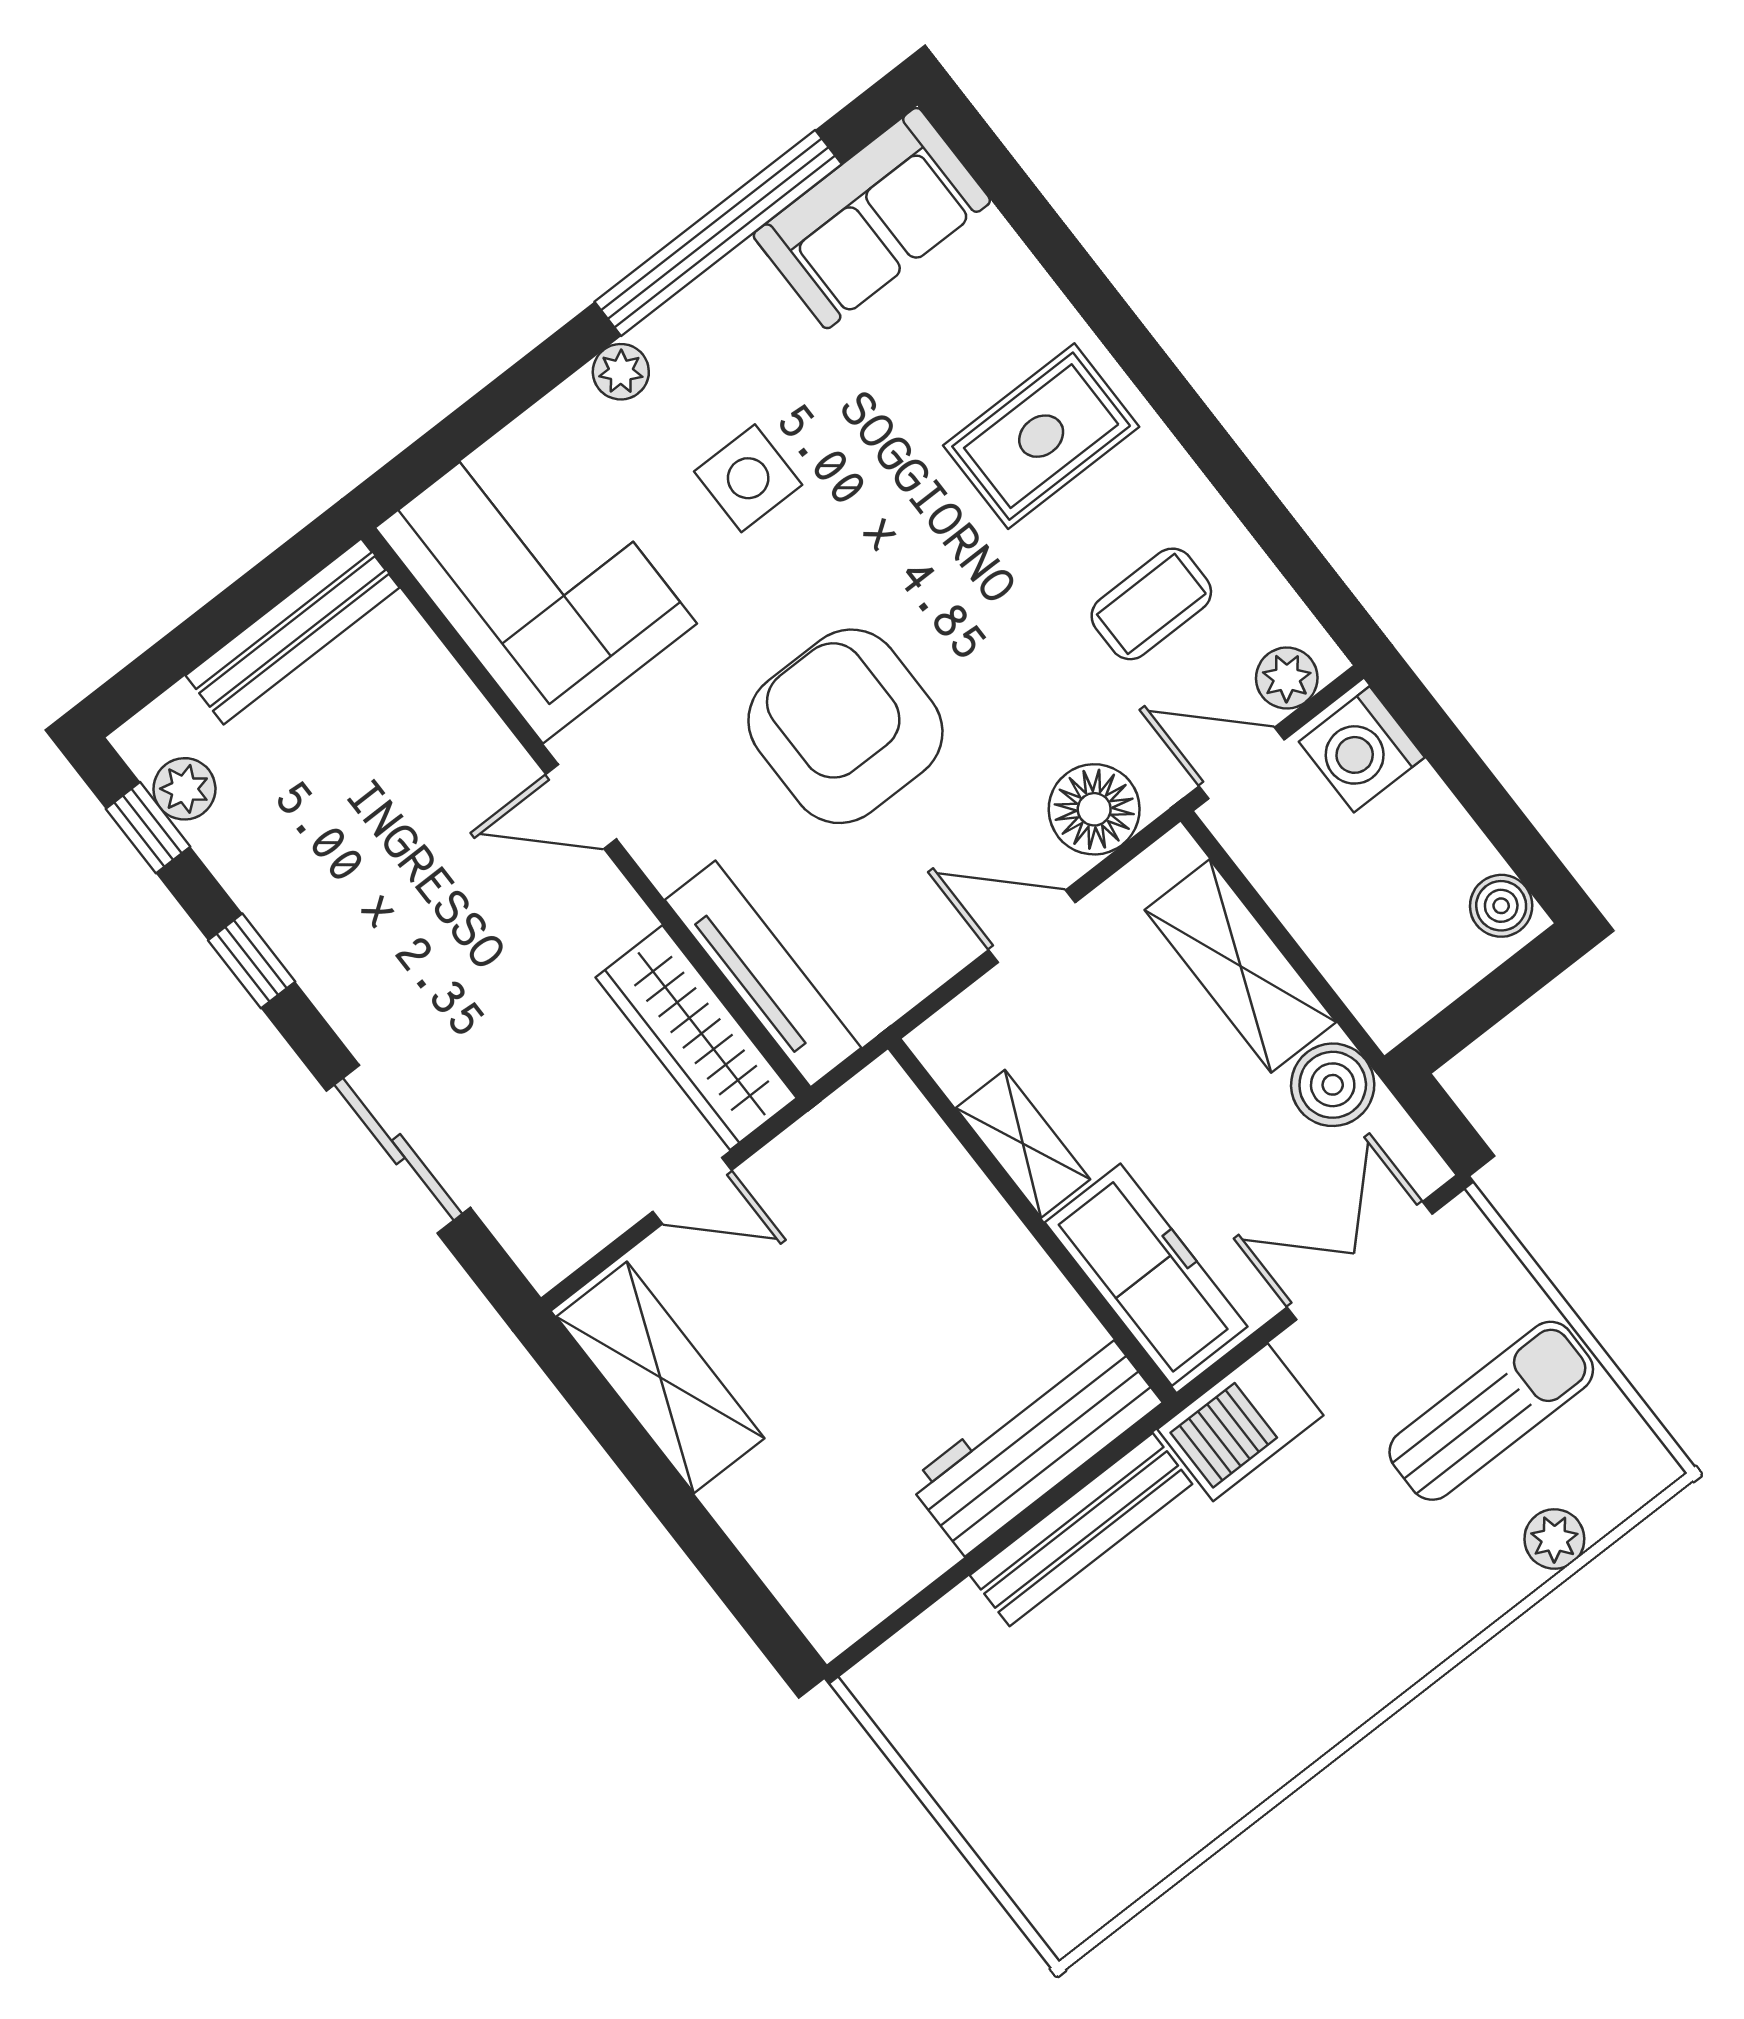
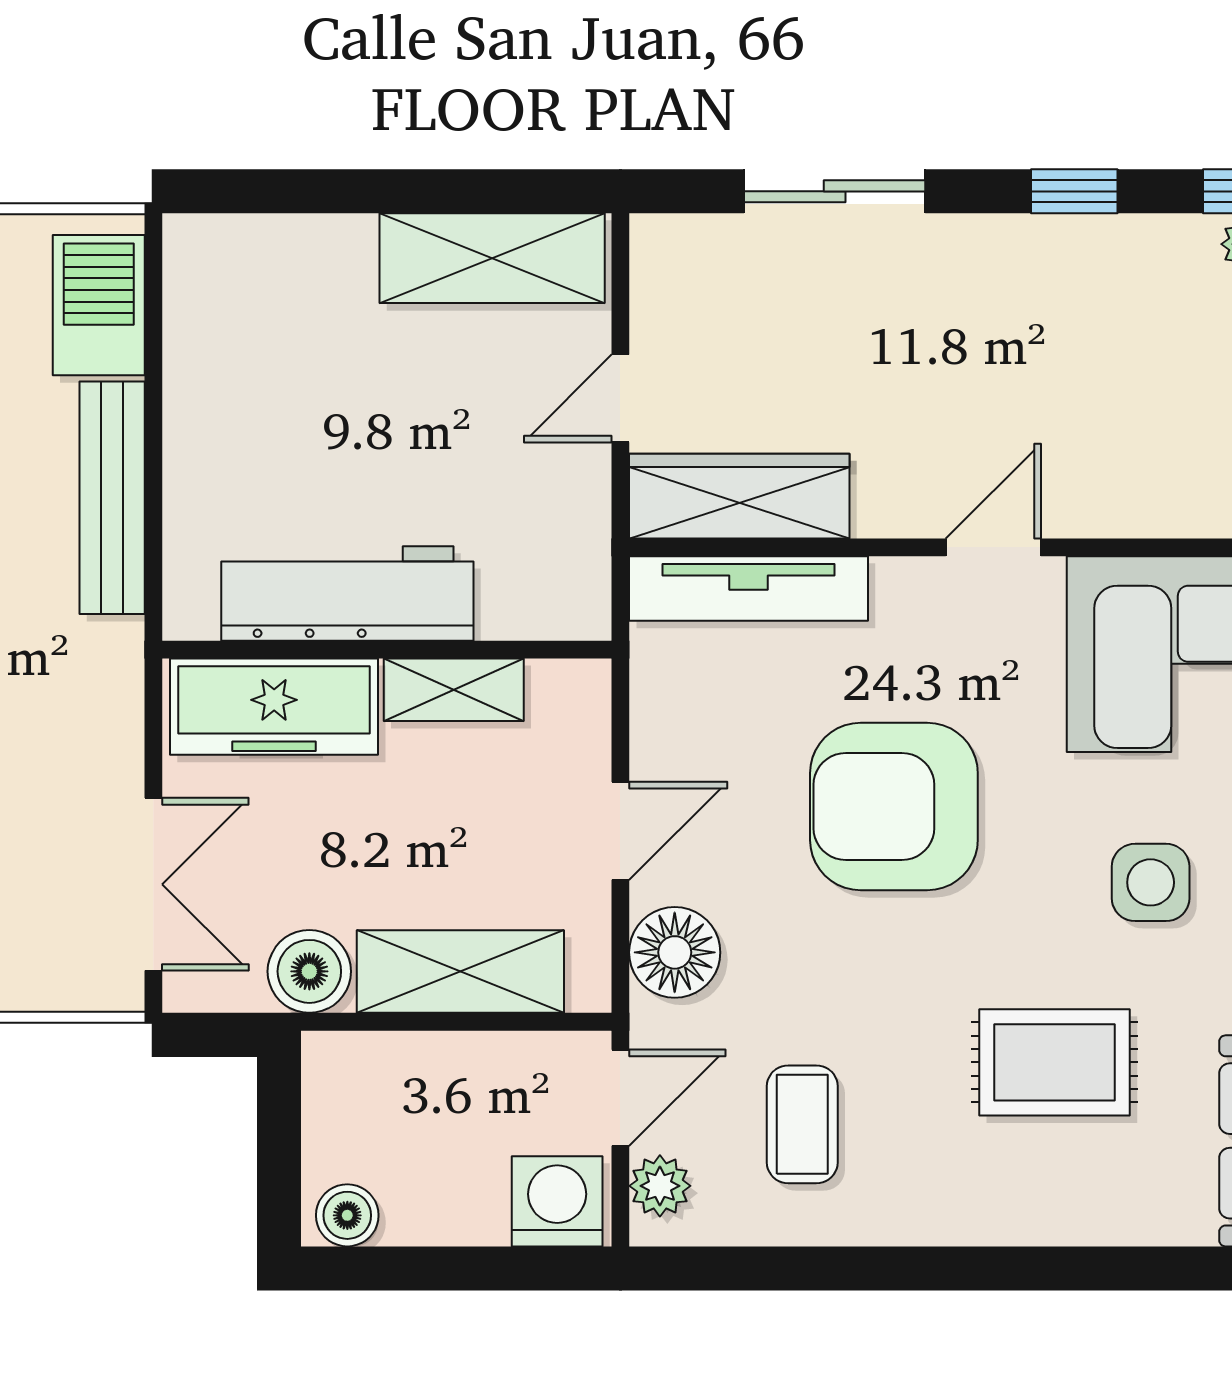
rug: (1041, 436) -> (1054, 1062), moved, turned 90
armchair: (845, 726) -> (894, 807), turned 180
barbecue: (1240, 1422) -> (99, 305), moved
workbench: (1035, 1443) -> (347, 593), moved, turned -90

